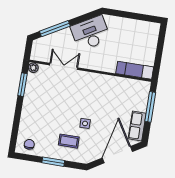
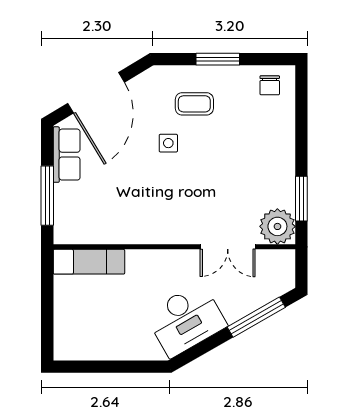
plant: (33, 68) -> (277, 226), width x1.87, depth x1.87

